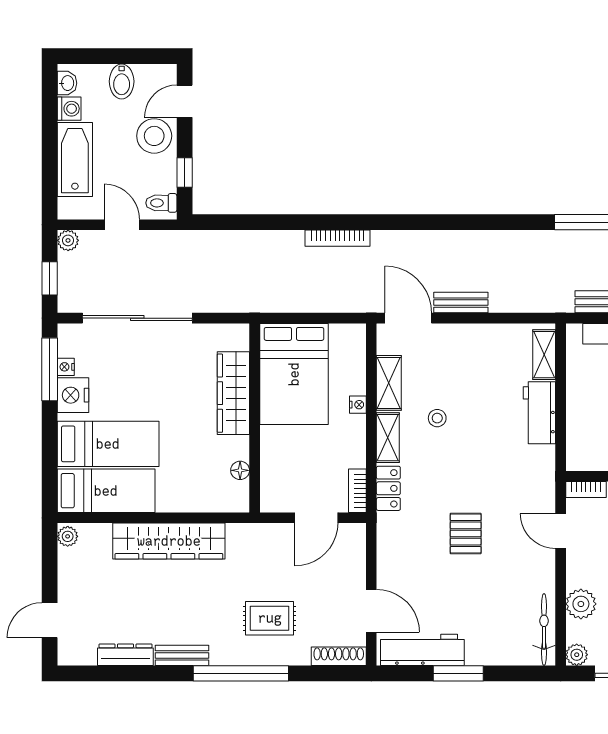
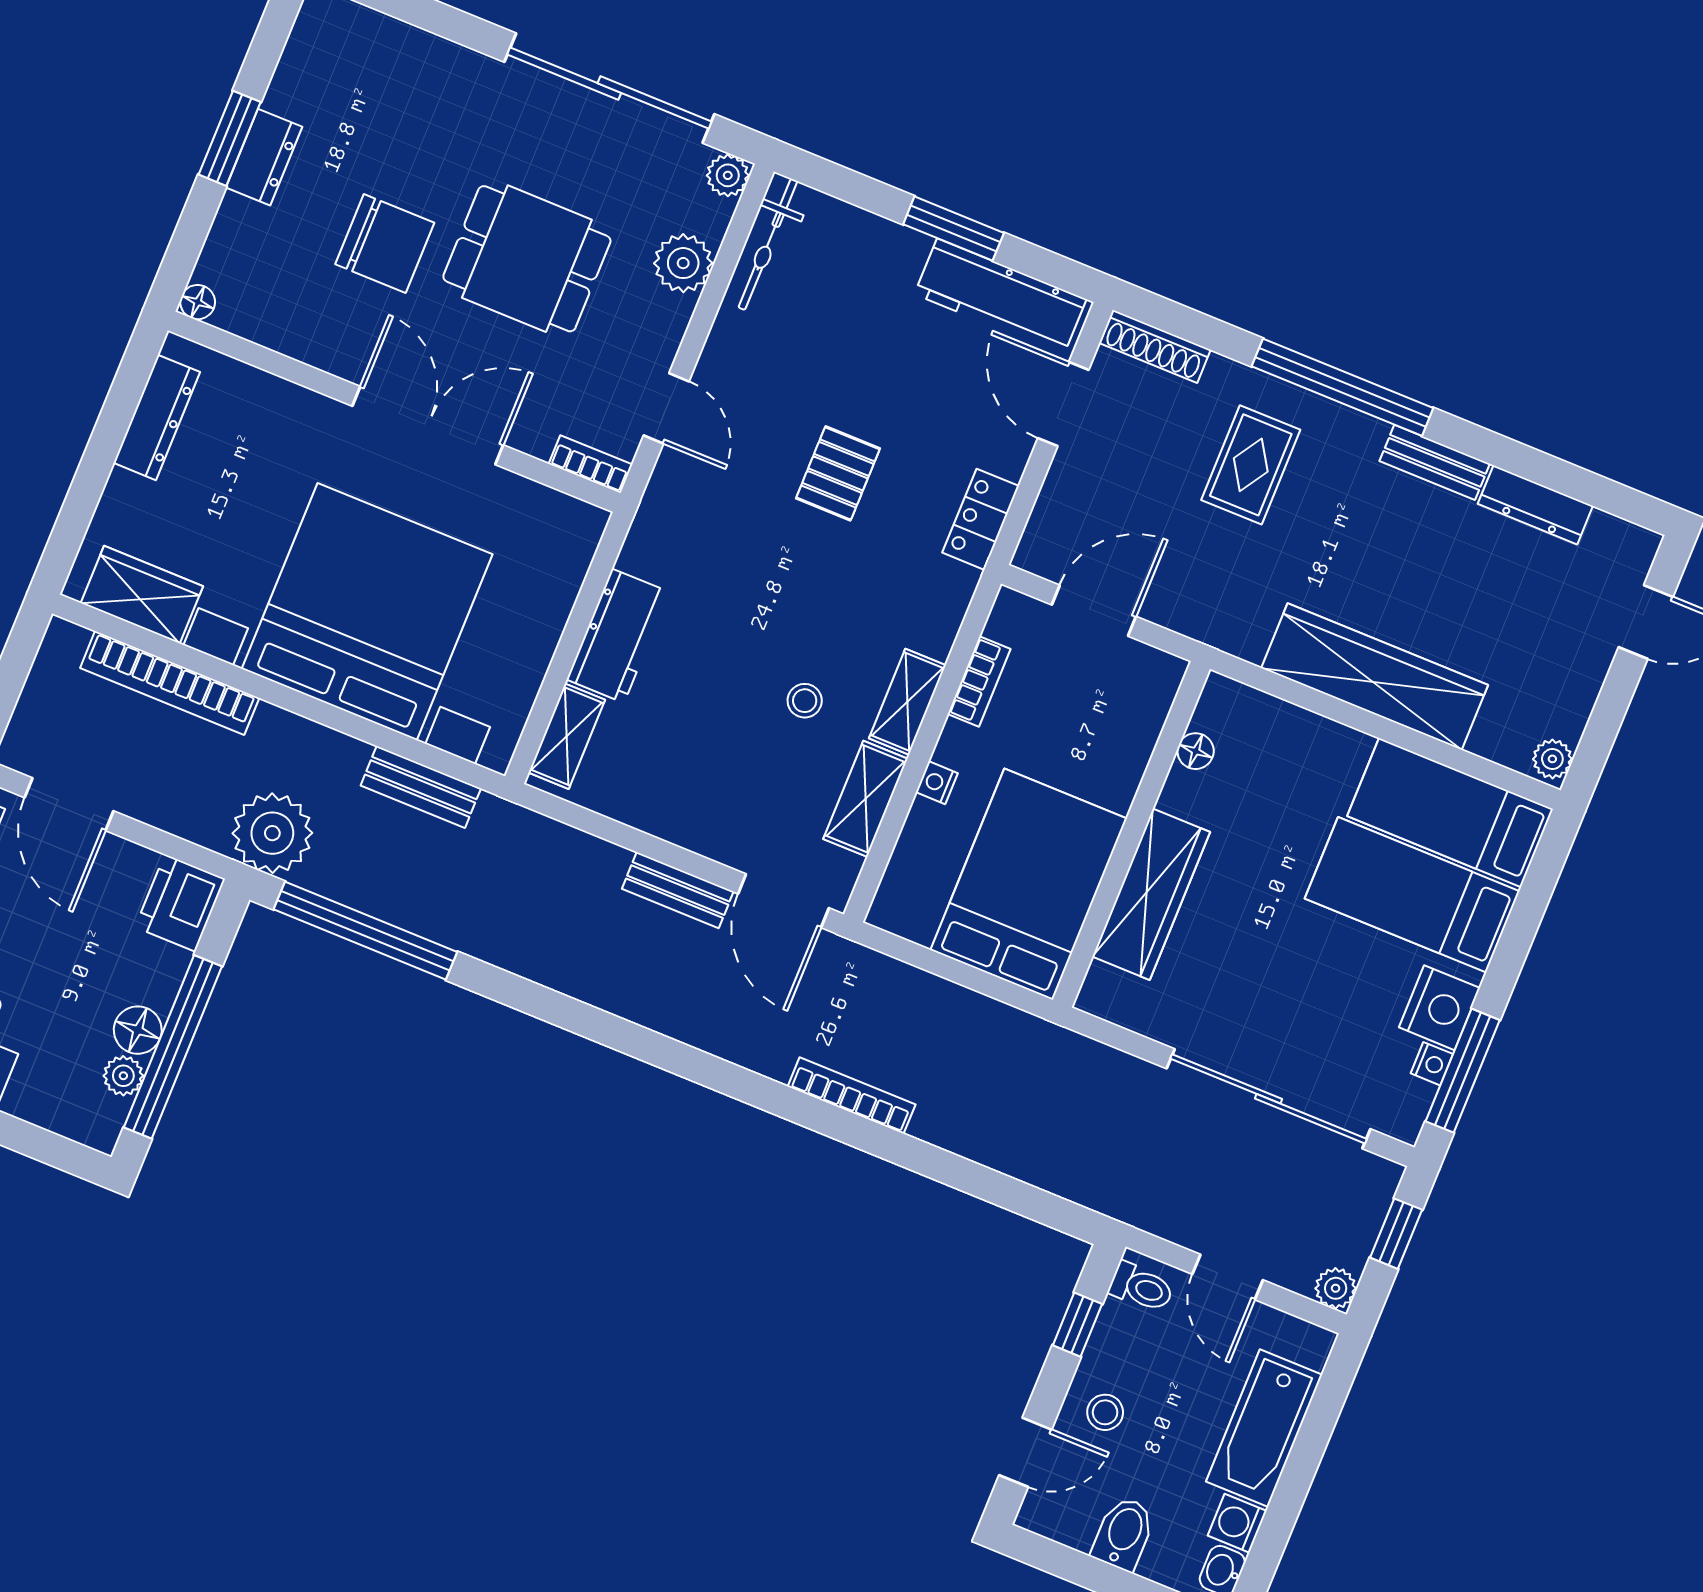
stool: (154, 136) -> (1105, 1412), width x0.53, depth x0.53
locker: (388, 488) -> (981, 519), moved
bookcase: (357, 491) -> (979, 681), moved
rug: (270, 618) -> (1251, 465), turned 90

